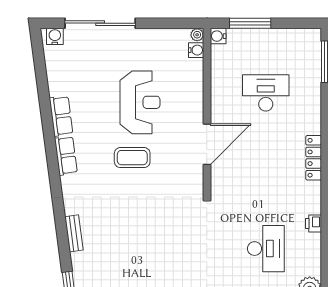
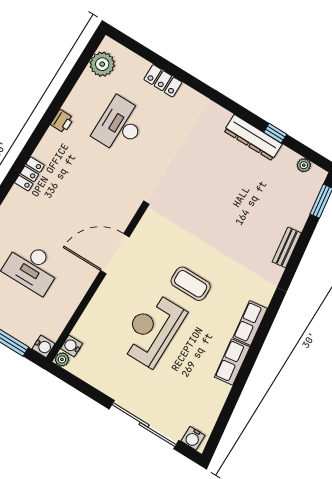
locker: (314, 158) -> (29, 174), width x0.66

